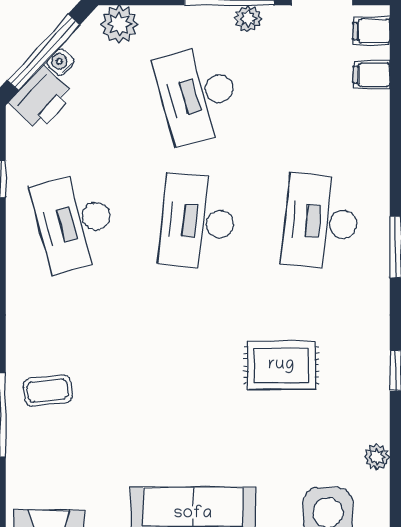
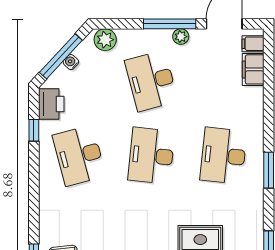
filing cabinet: (372, 75) -> (253, 69), width x2.00
printer: (41, 99) -> (51, 104), moved, turned -43

